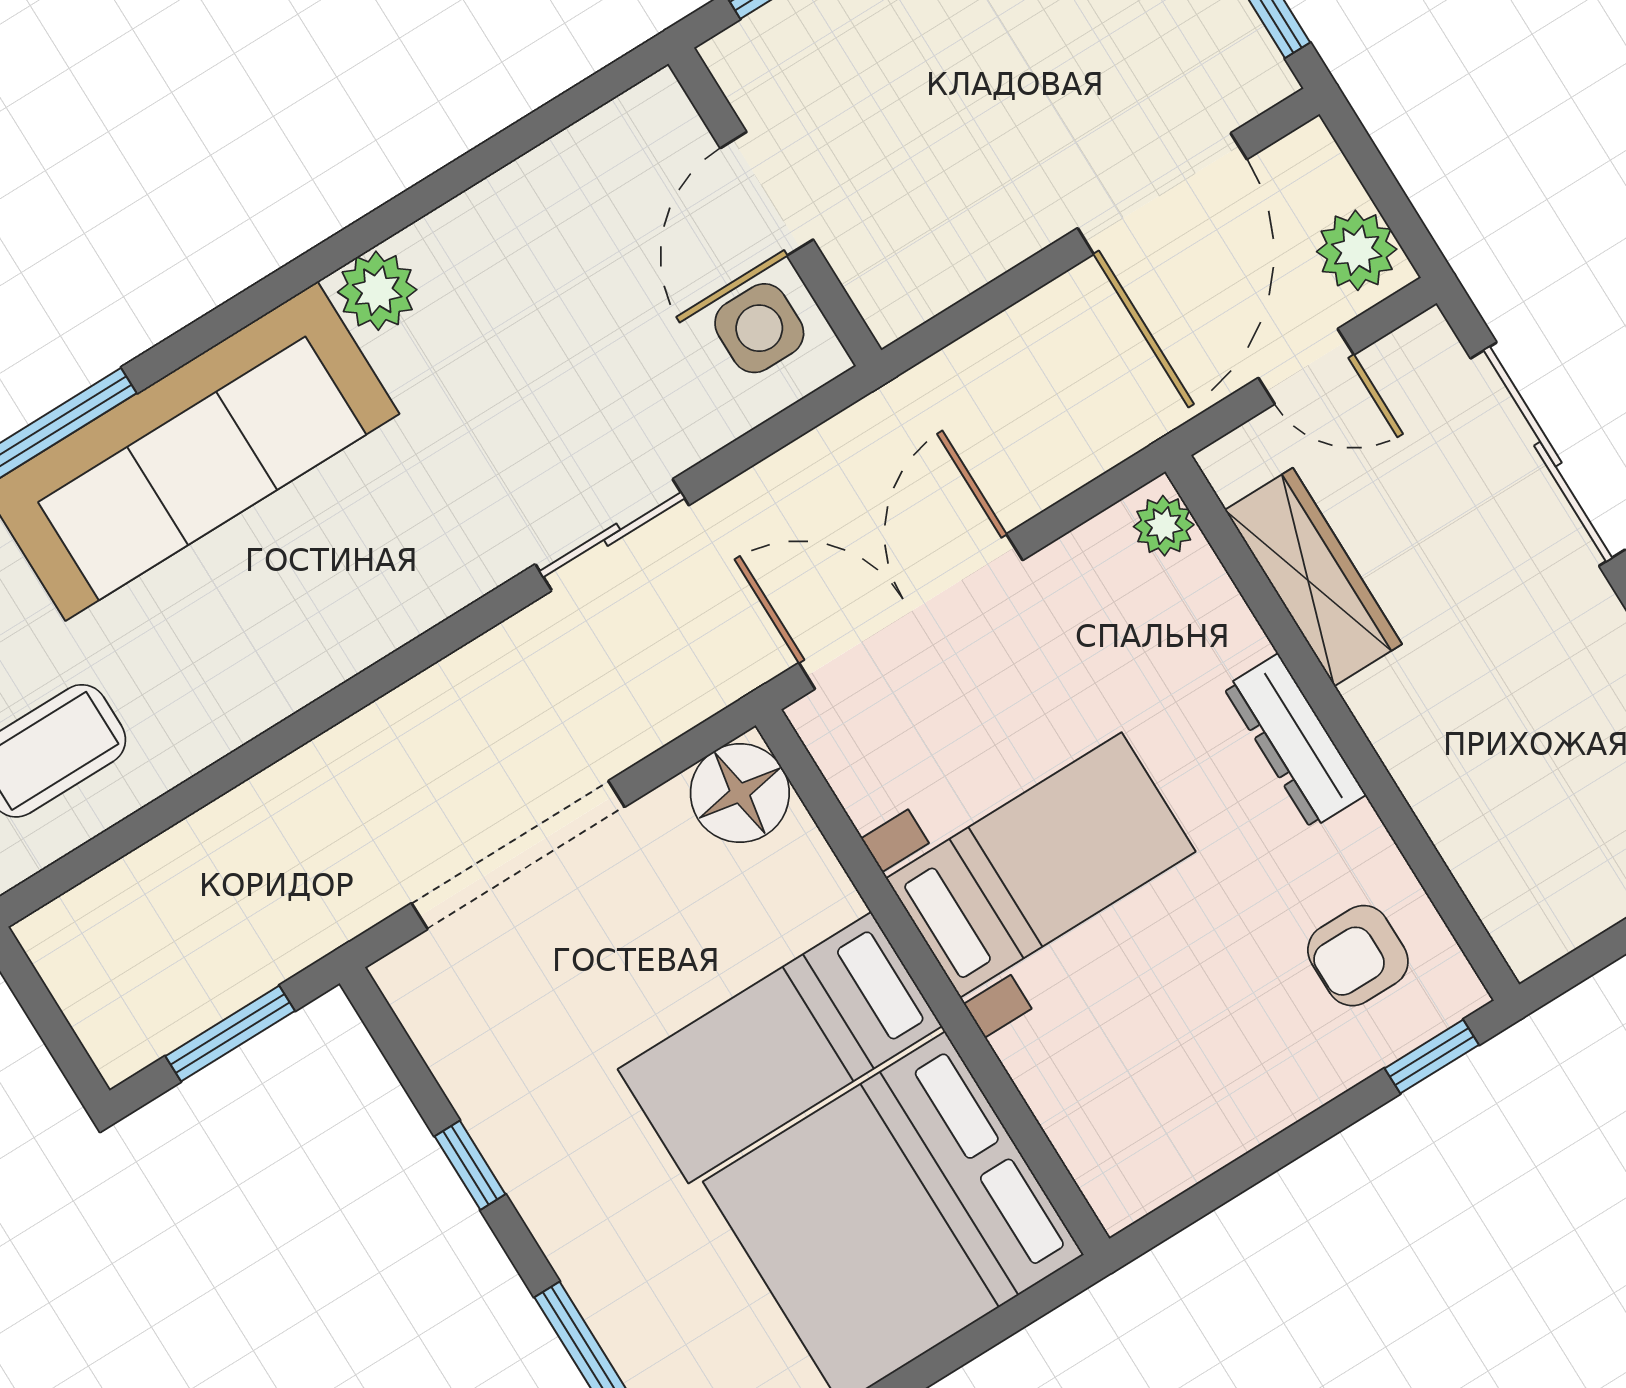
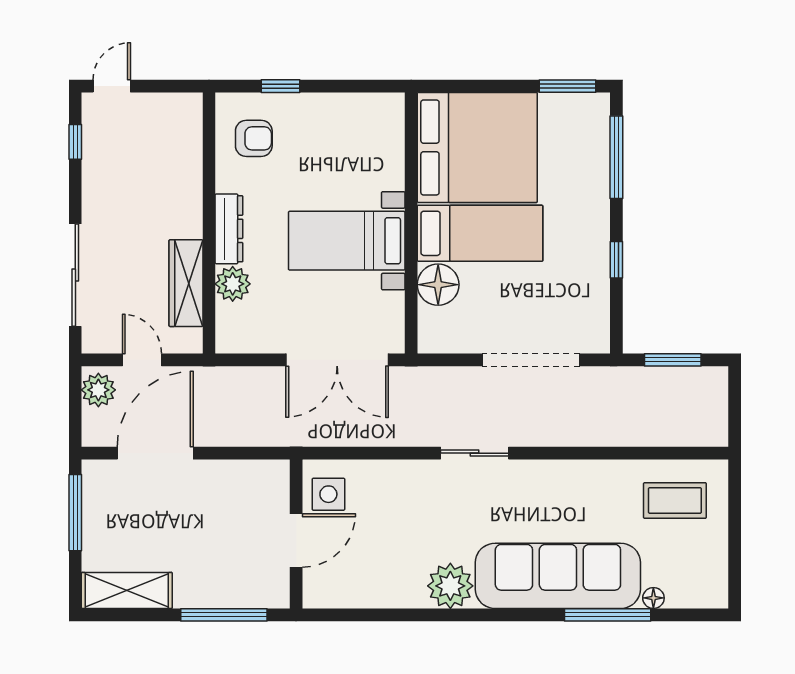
plant: (377, 291) -> (450, 586), width x1.36, depth x1.36
plant: (1164, 526) -> (233, 284), moved, width x1.38, depth x1.38
sliding door: (612, 535) -> (475, 453), moved
floor lamp: (740, 793) -> (438, 285), moved
window: (1432, 1057) -> (281, 86), moved

